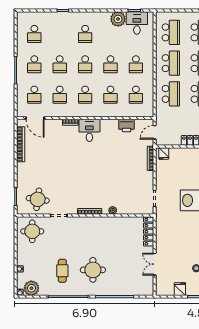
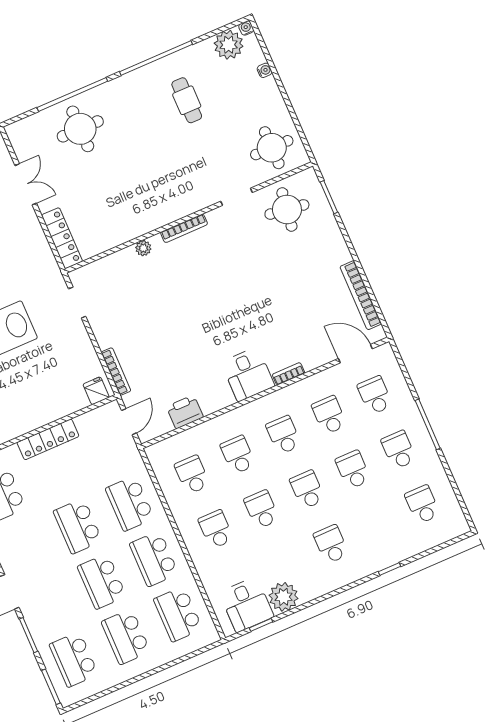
round table: (93, 270) -> (80, 129), moved

